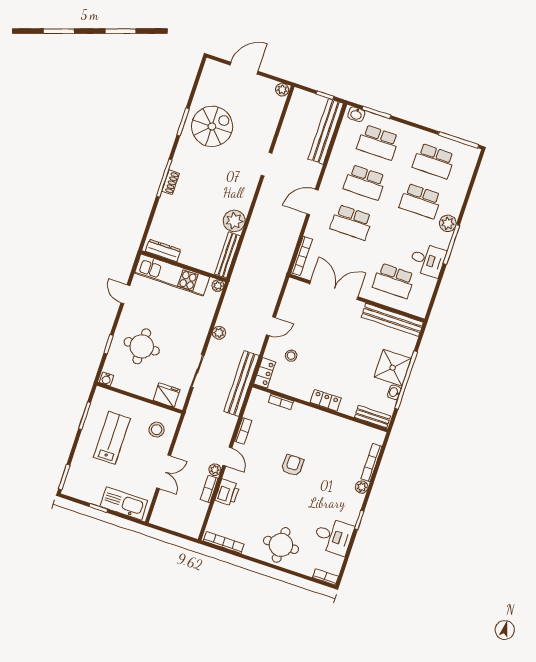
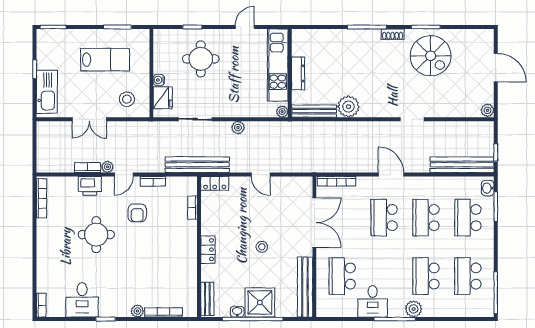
shoe rack: (171, 182) -> (393, 34), moved
dresser: (163, 250) -> (298, 73), moved
stool: (291, 356) -> (262, 247), moved
water cooler: (106, 379) -> (159, 80), moved
armchair: (293, 465) -> (137, 213), moved, turned 90
round table: (281, 545) -> (96, 235), moved

